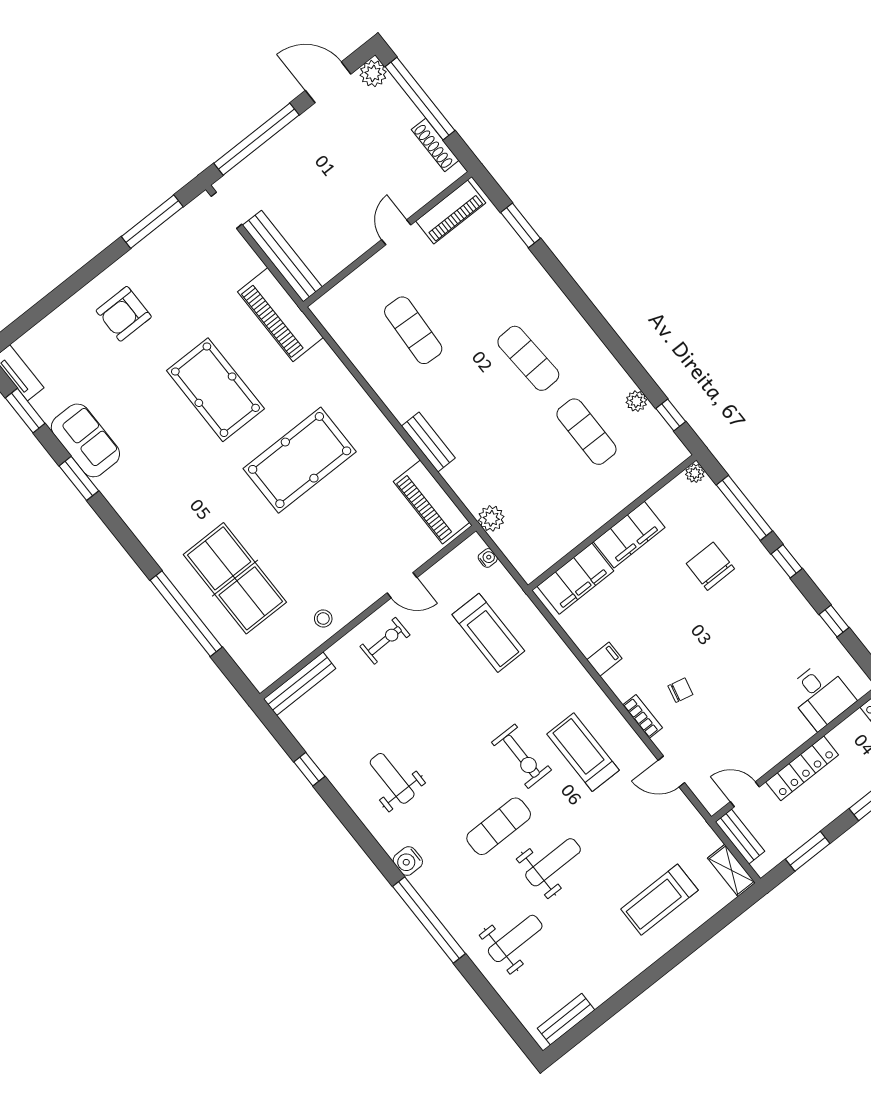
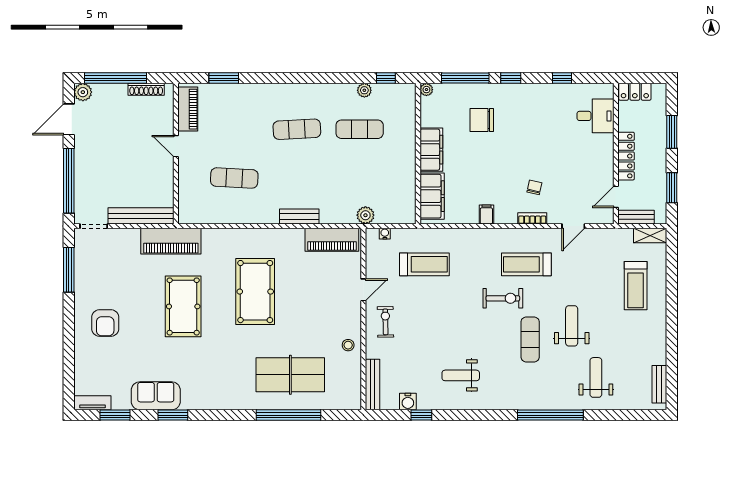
pool table: (215, 390) -> (183, 306), turned 90
water cooler: (408, 861) -> (408, 402), moved

